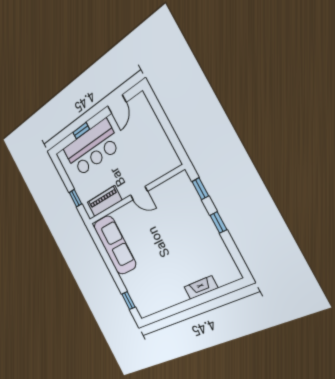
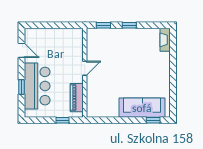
sofa: (115, 245) -> (142, 108), moved
fireplace: (201, 287) -> (165, 40), moved

